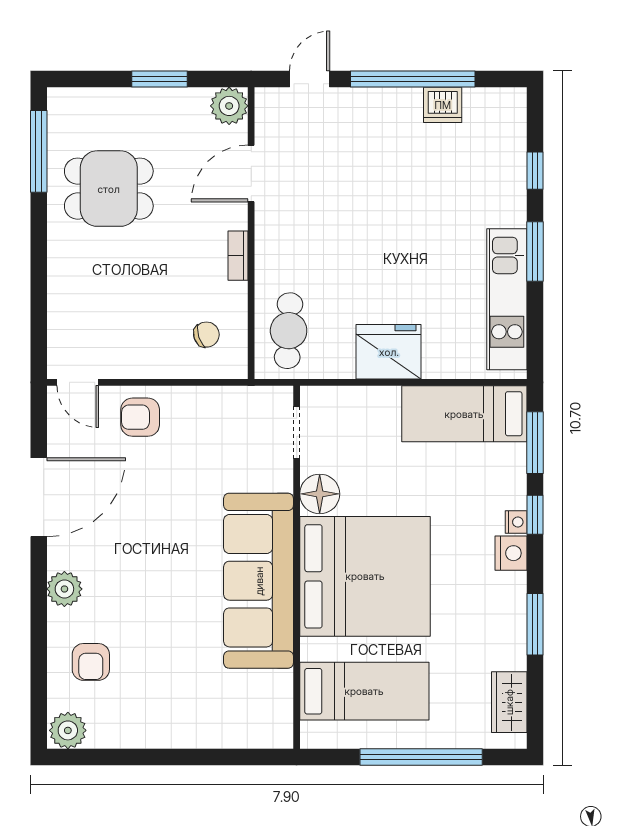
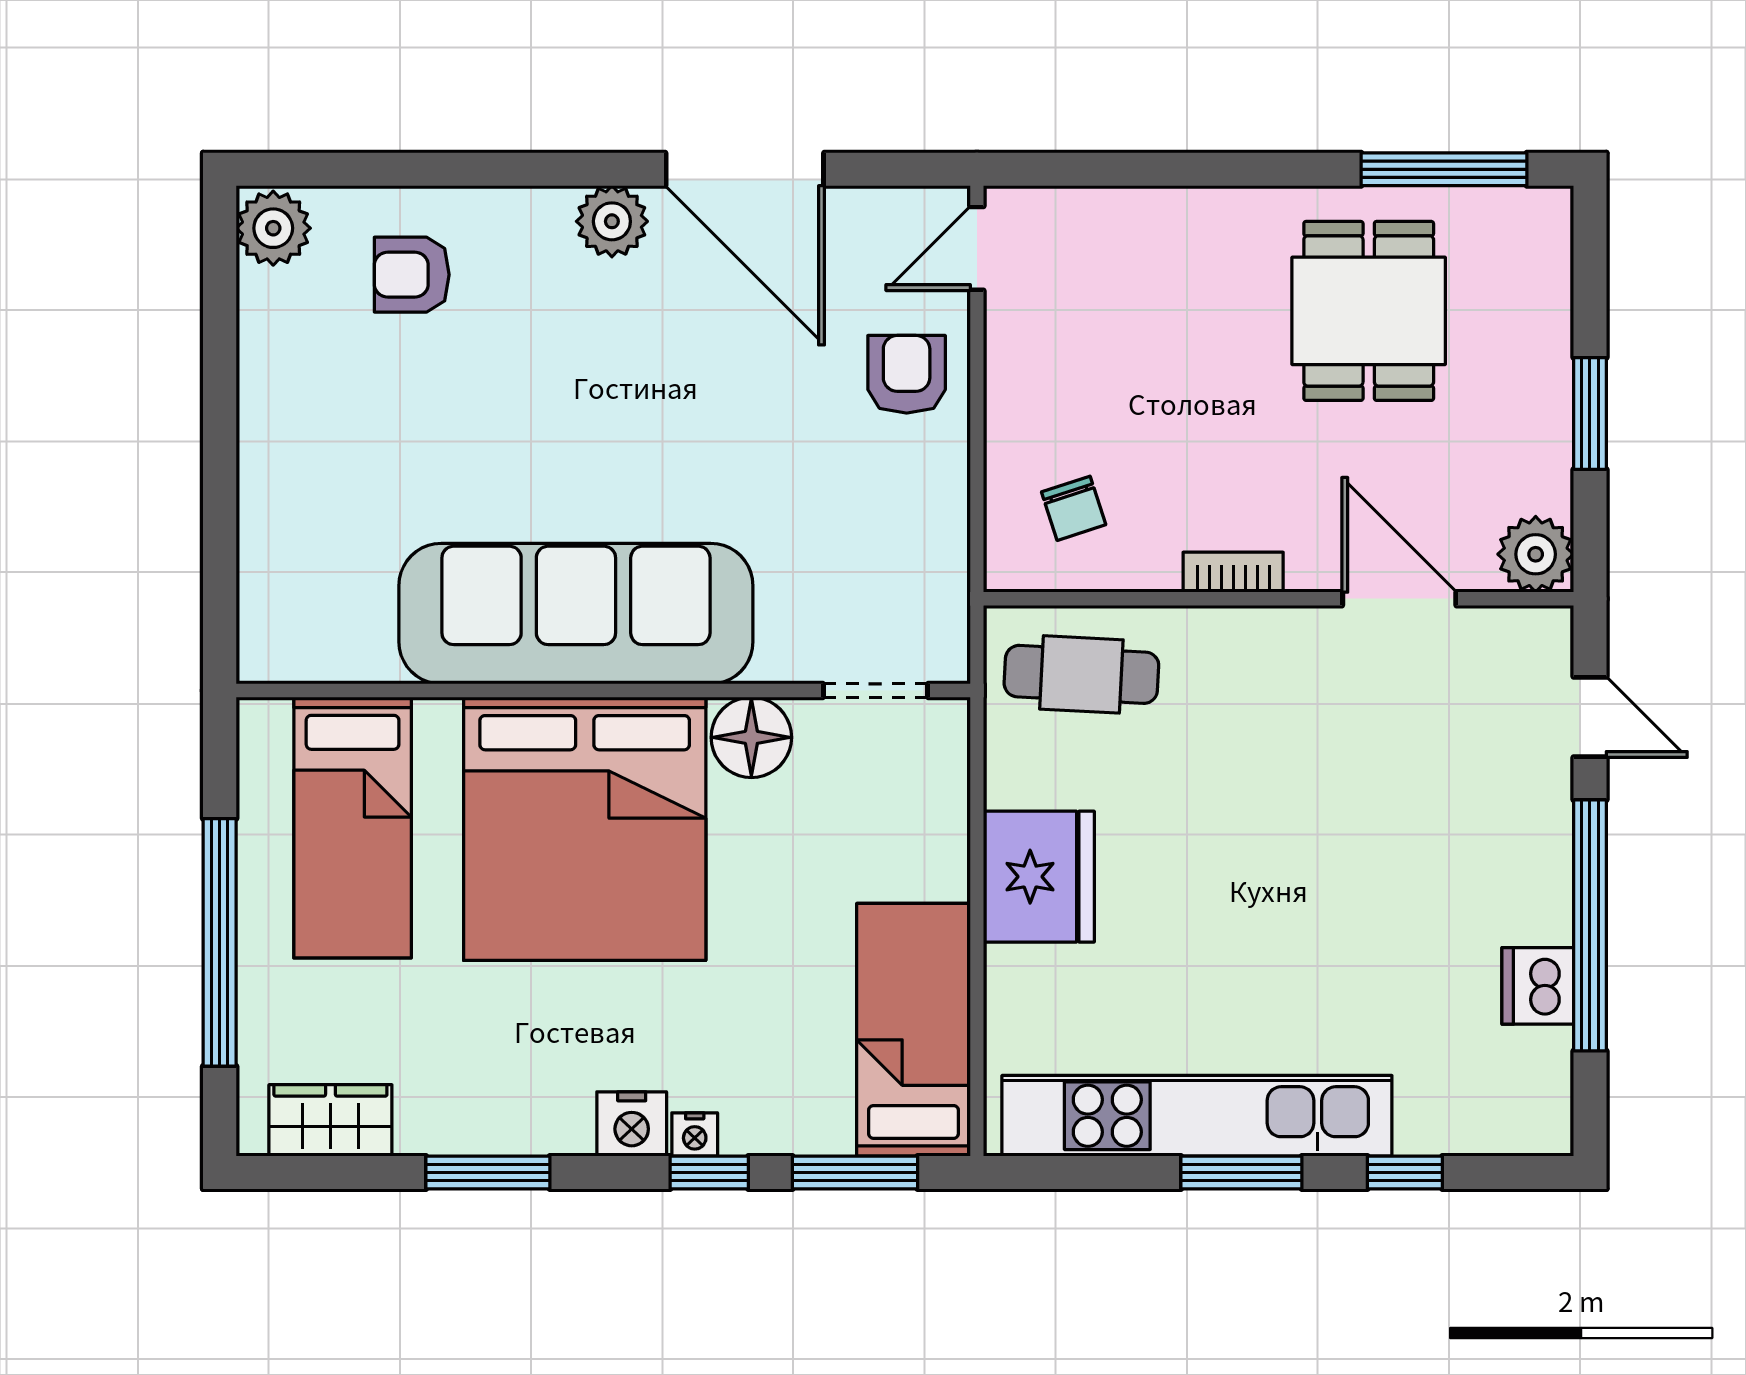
kitchen unit: (507, 299) -> (1197, 1116), width x1.36
plant: (64, 589) -> (612, 221), moved

